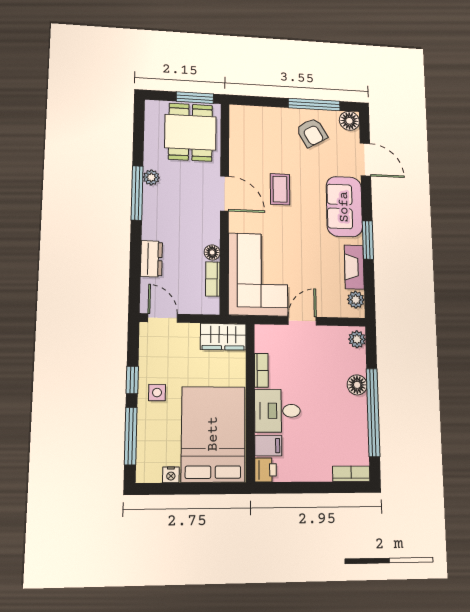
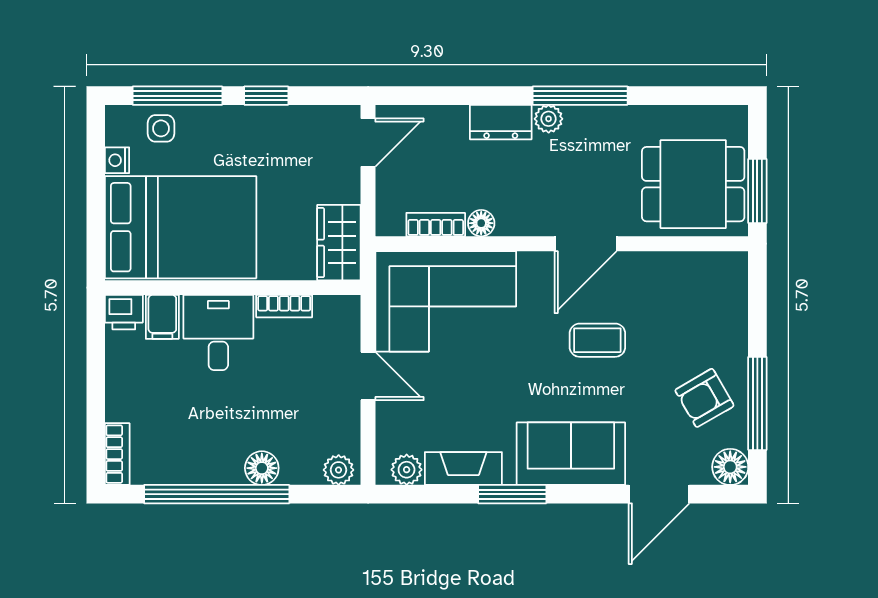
plant: (151, 177) -> (549, 119), moved
dresser: (151, 259) -> (501, 122), moved
side table: (157, 393) -> (161, 128), moved

